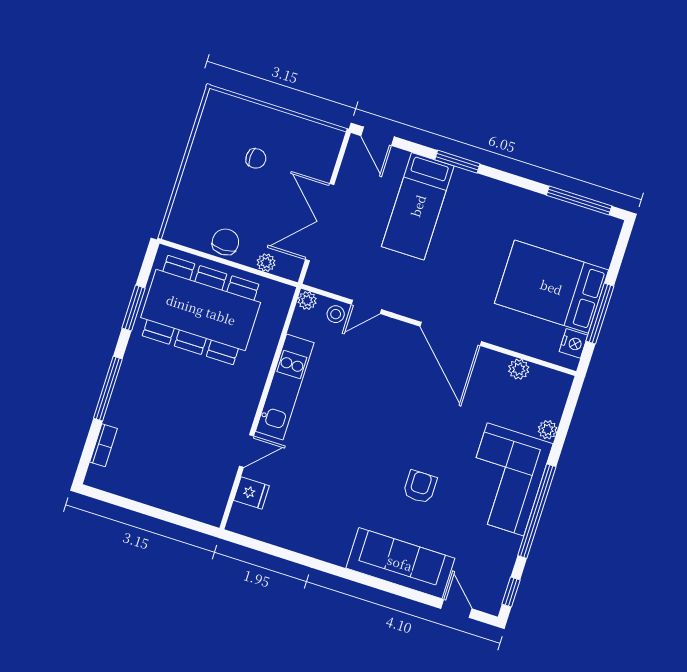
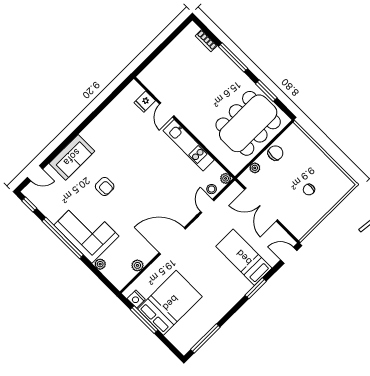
double door: (320, 222) -> (261, 205), swing flipped
chair: (225, 242) -> (275, 153), turned -90
sofa: (400, 563) -> (72, 157), width x0.73

